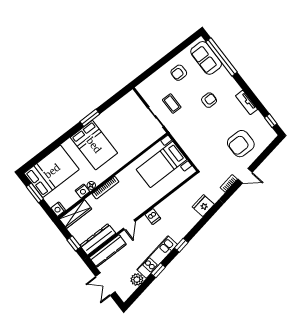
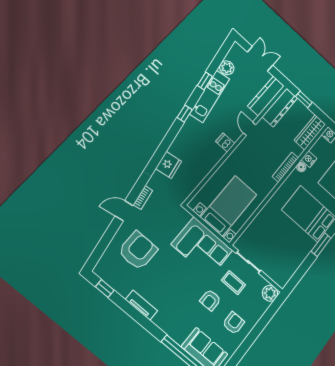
plant: (144, 89) -> (270, 293), added
armchair: (209, 100) -> (210, 300), moved
corner sofa: (191, 136) -> (202, 247), added

